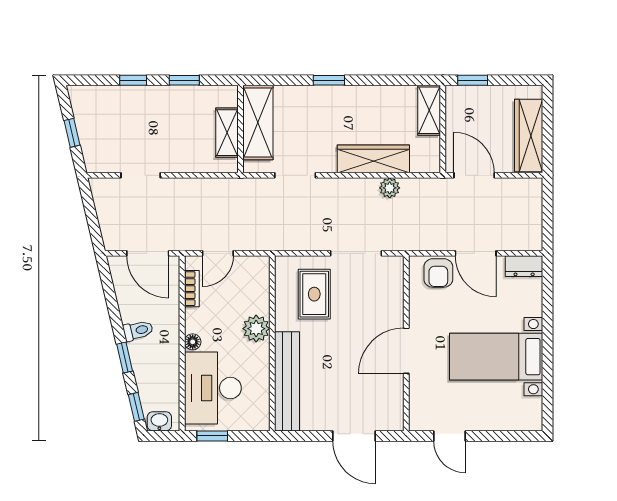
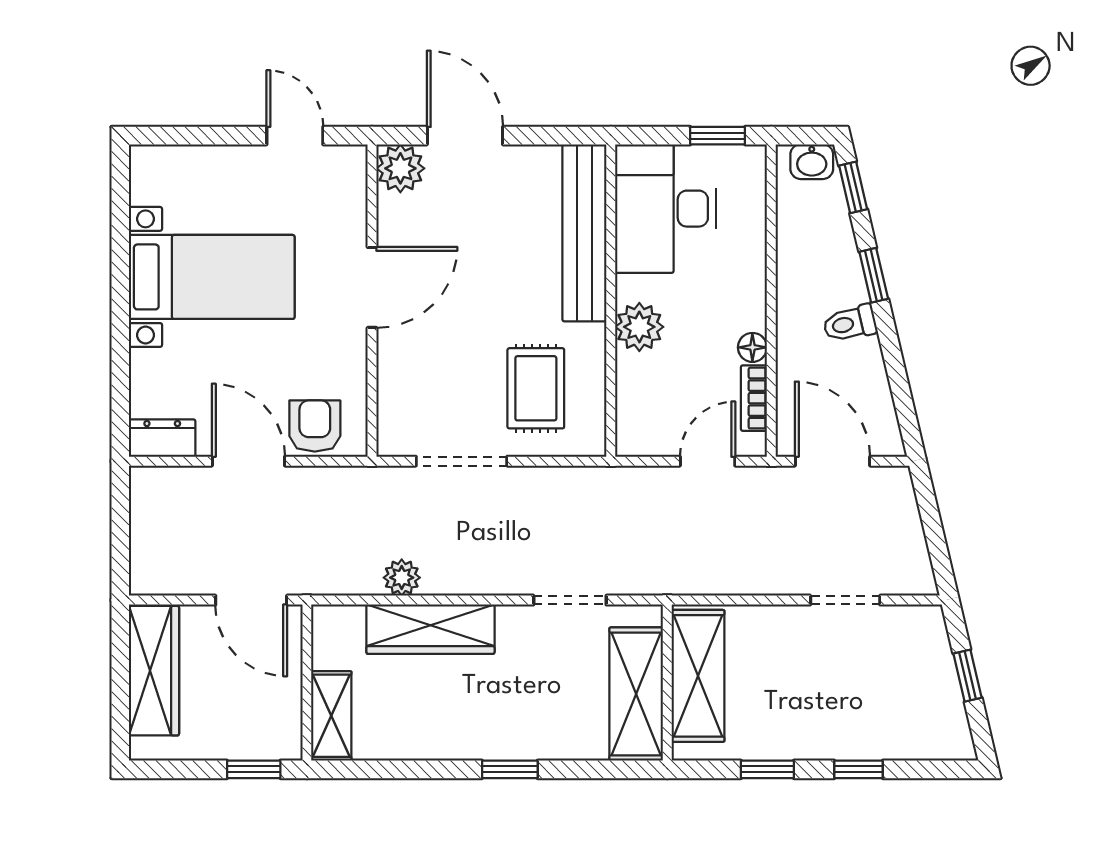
shelving: (227, 133) -> (698, 676), width x1.50, depth x1.33
floor lamp: (193, 342) -> (752, 347), moved
desk: (213, 388) -> (666, 209), moved, turned 180
plant: (390, 418) -> (400, 168), added

